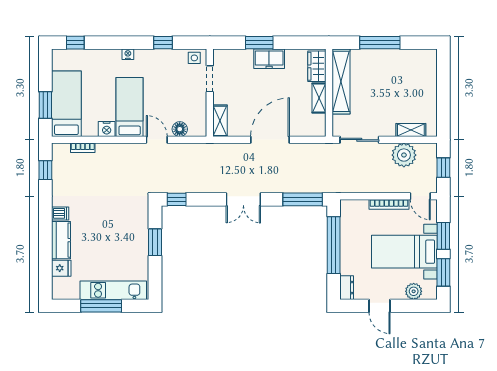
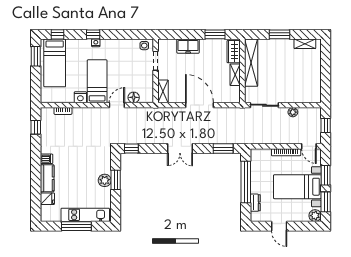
window: (163, 43) -> (93, 34), moved
window: (259, 43) -> (215, 34), moved
window: (380, 43) -> (279, 34), width x0.69
freezer: (269, 59) -> (188, 46), moved
bed: (66, 104) -> (55, 63), moved, turned 180
window: (45, 105) -> (36, 56), moved
shelving: (411, 130) -> (305, 44), moved
door: (157, 140) -> (117, 105), hinge flipped
door: (270, 140) -> (199, 105), hinge flipped
plant: (404, 155) -> (293, 112), width x0.53, depth x0.53
window: (303, 199) -> (223, 149), width x0.69
plant: (140, 243) -> (105, 180), added
dresser: (347, 288) -> (255, 203), moved
plant: (414, 291) -> (315, 216), moved

